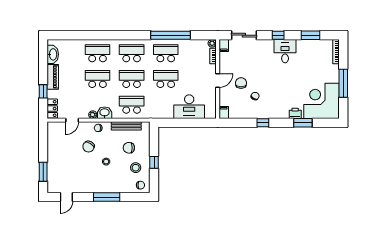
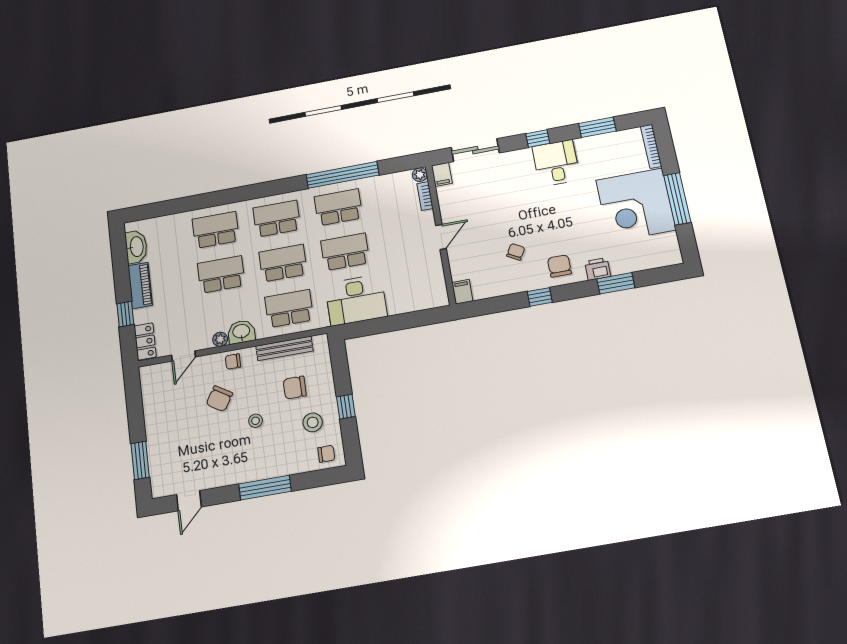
chair: (241, 83) -> (559, 266), moved
corner desk: (322, 101) -> (636, 205), moved, turned -90
desk: (189, 107) -> (356, 300), moved

